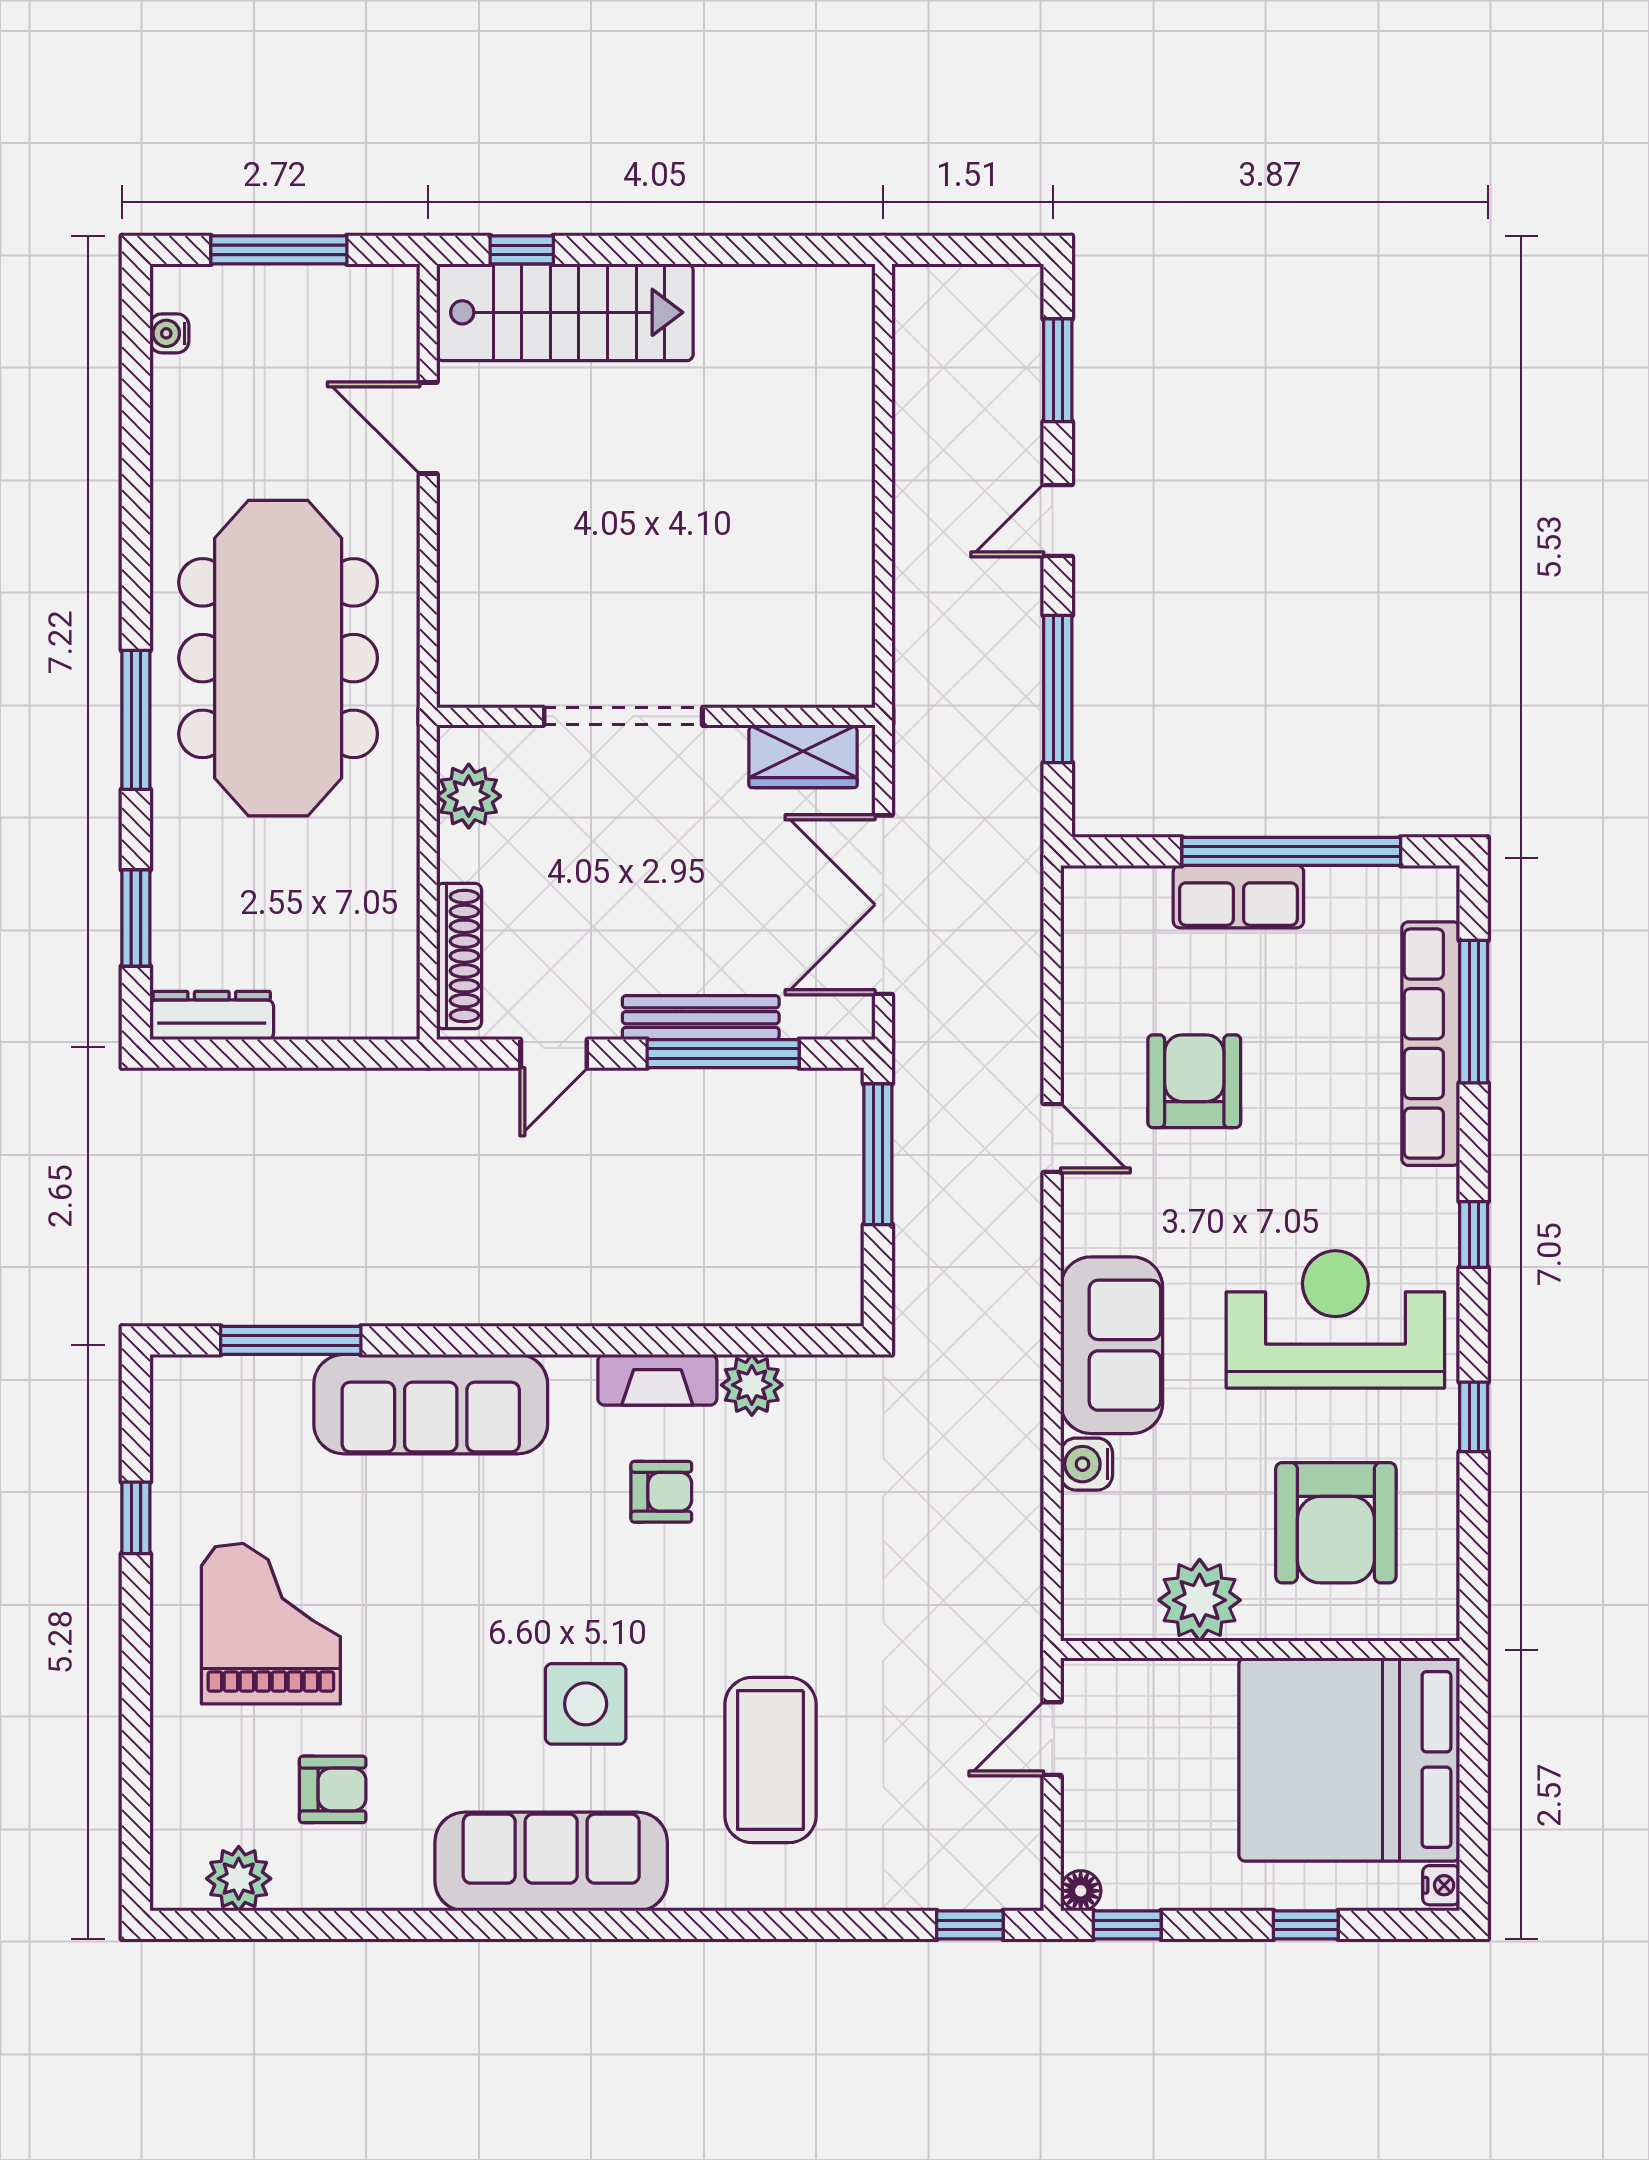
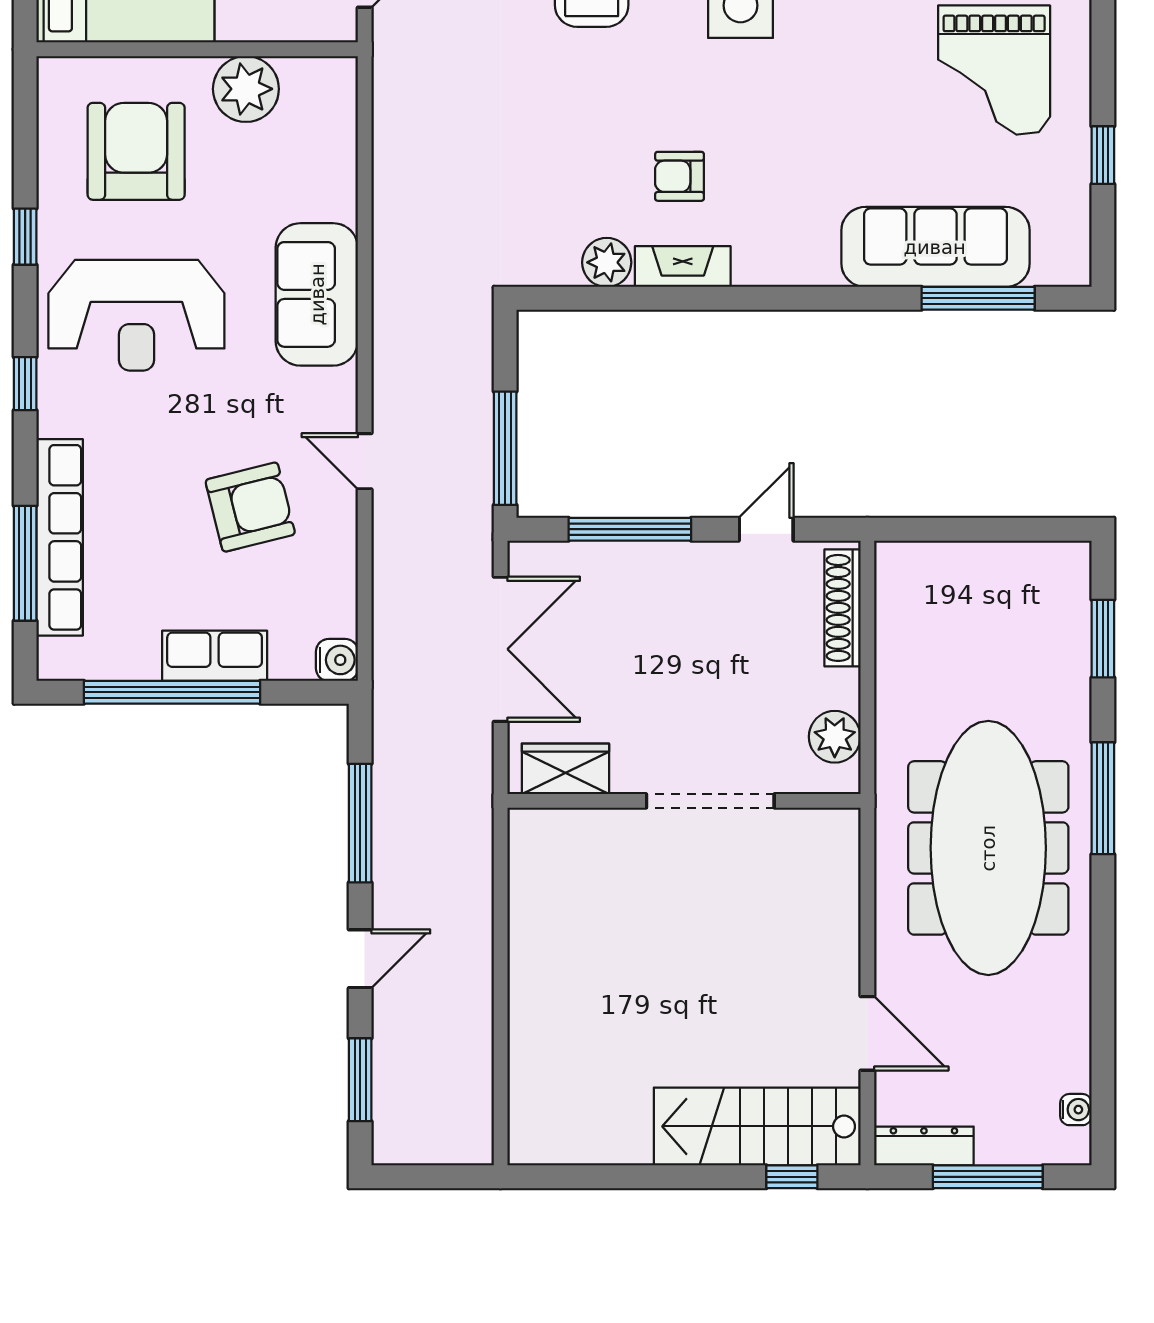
dresser: (212, 1015) -> (924, 1146), moved, turned 180
bench: (701, 1018) -> (648, 558), removed
armchair: (1194, 1081) -> (250, 507), turned -104
sofa: (431, 1404) -> (935, 247), moved
water cooler: (1087, 1464) -> (337, 660), moved

